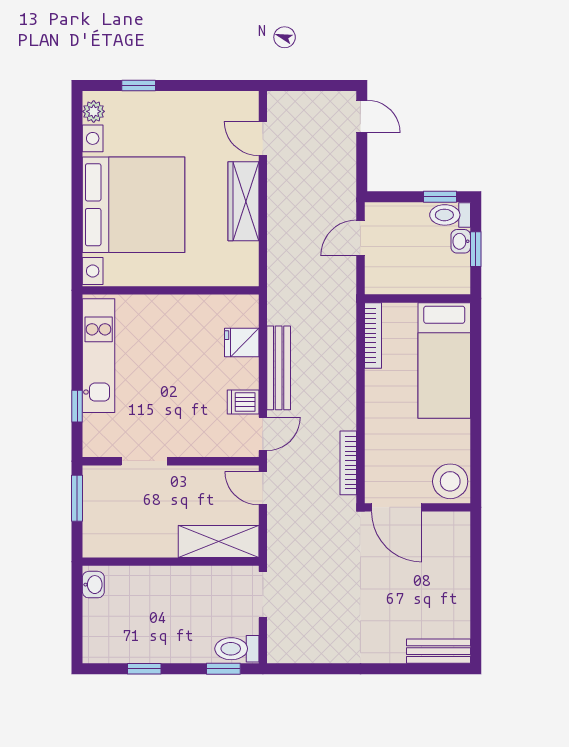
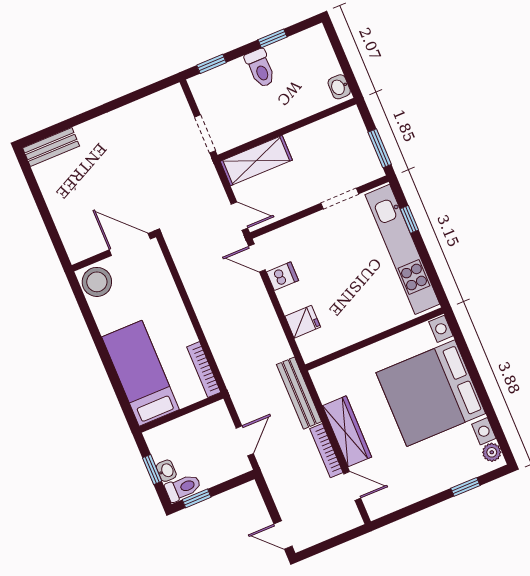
kitchen unit: (99, 356) -> (402, 249), width x1.36
bench: (279, 368) -> (299, 393), moved
door: (263, 434) -> (257, 258), hinge flipped
bookcase: (348, 463) -> (326, 451), moved, turned 180
toilet: (237, 649) -> (260, 68), moved, turned 90

